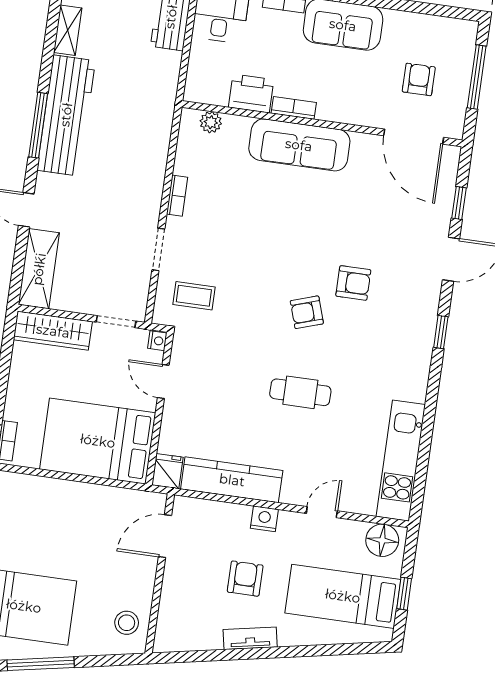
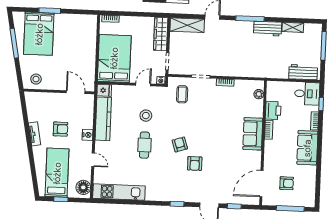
workbench: (66, 115) -> (268, 29), width x0.53, depth x0.76
sofa: (299, 145) -> (253, 134), width x0.73
stool: (234, 383) -> (146, 116), added

